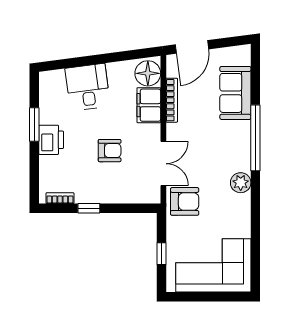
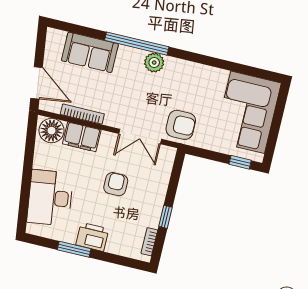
desk: (88, 87) -> (50, 198), width x1.37
double door: (163, 164) -> (140, 136), swing flipped
plant: (241, 183) -> (154, 63), moved
armchair: (185, 201) -> (181, 125), turned 90
window: (161, 254) -> (240, 162), moved

